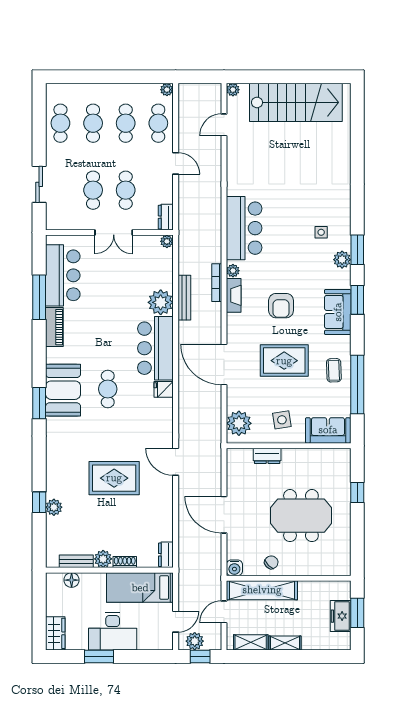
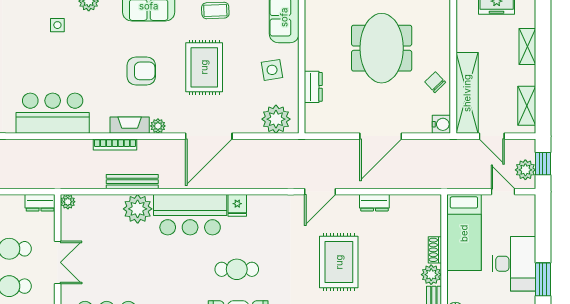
plant: (233, 271) -> (158, 126), moved
dresser: (166, 555) -> (374, 203), moved
shelving: (285, 643) -> (527, 46), moved

